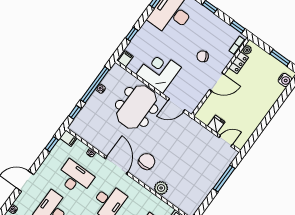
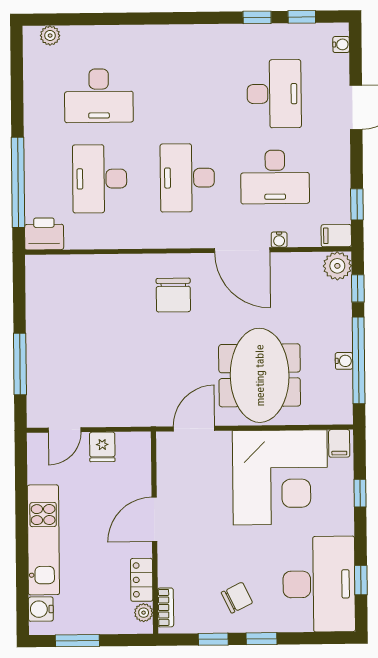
window: (237, 27) -> (213, 639), moved
chair: (203, 56) -> (237, 598), moved
corner desk: (159, 71) -> (280, 477), width x1.36, depth x1.36
kitchen unit: (265, 105) -> (43, 540), added
door: (117, 165) -> (242, 250), moved
plant: (161, 188) -> (337, 266), moved

